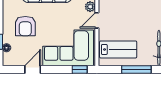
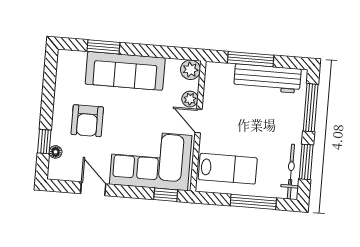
door: (97, 20) -> (199, 121), hinge flipped
door: (33, 69) -> (93, 189), hinge flipped

